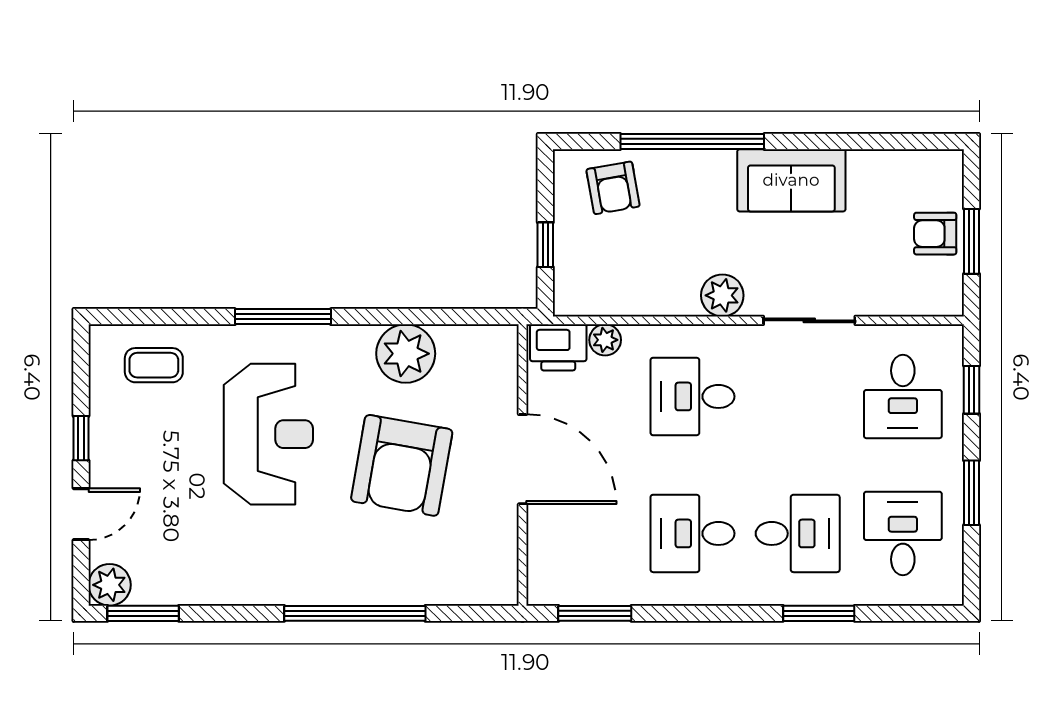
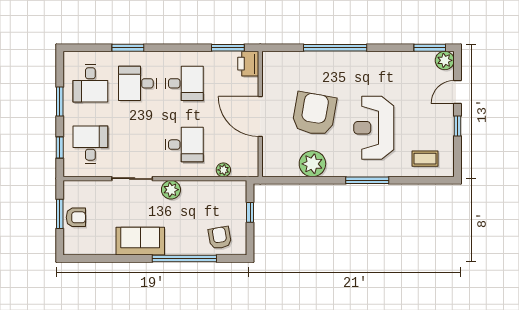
printer: (558, 347) -> (248, 64), moved, turned -90

